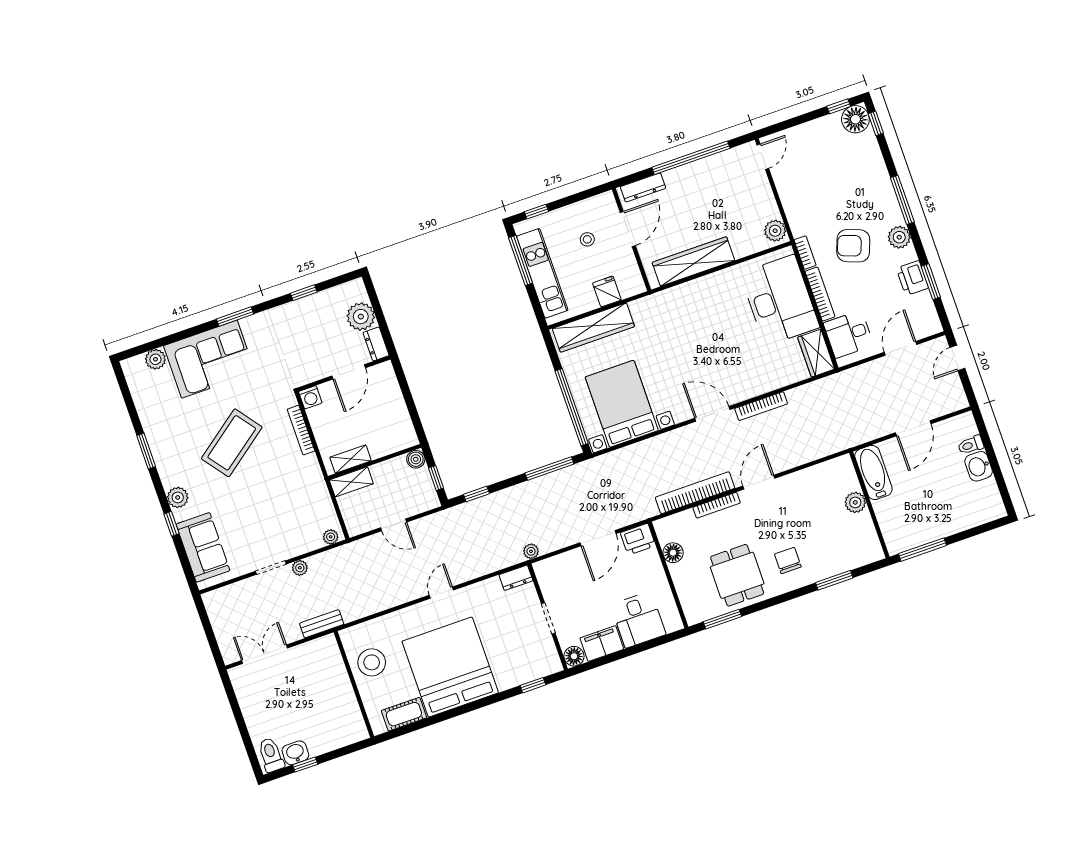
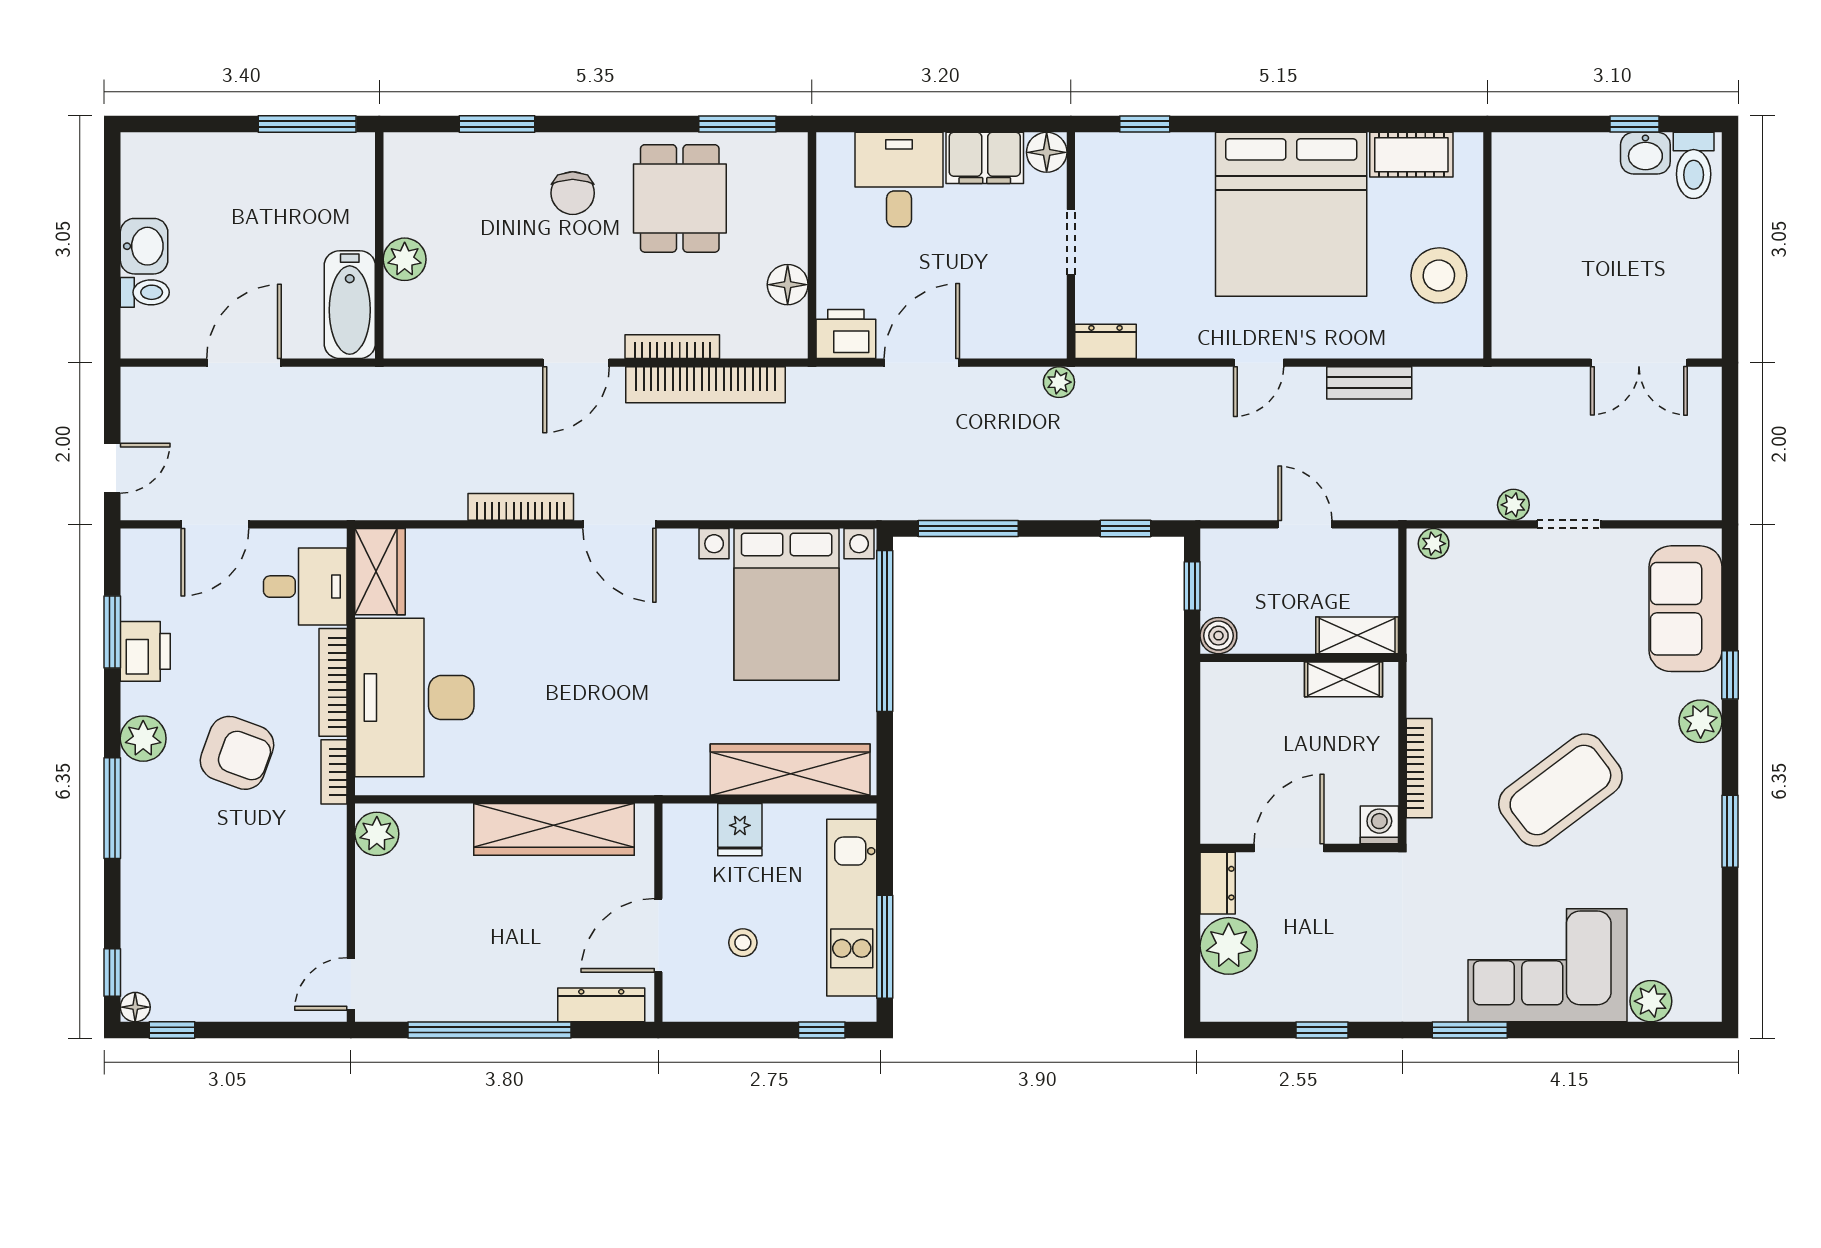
floor lamp: (855, 119) -> (135, 1007), width x0.53, depth x0.53
bench: (322, 624) -> (1369, 383), moved

